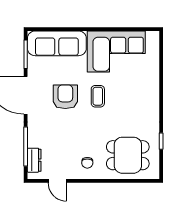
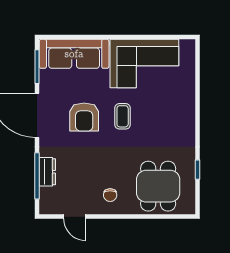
armchair: (65, 97) -> (84, 117), turned 180
dining table: (128, 155) -> (158, 186), turned 90
dresser: (34, 160) -> (47, 172), moved

